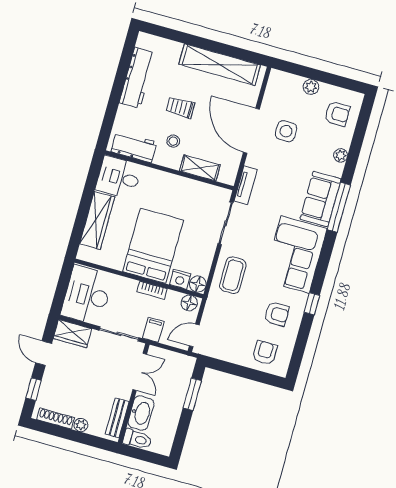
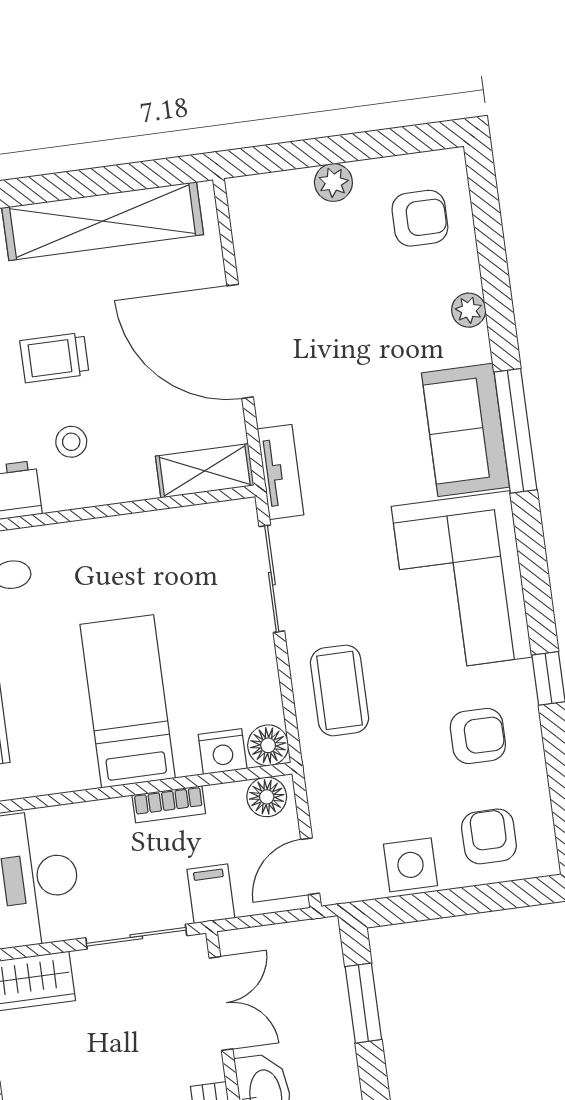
side table: (286, 131) -> (410, 865), moved
shelving: (200, 168) -> (205, 471), moved
bed: (153, 246) -> (128, 701), width x0.67

